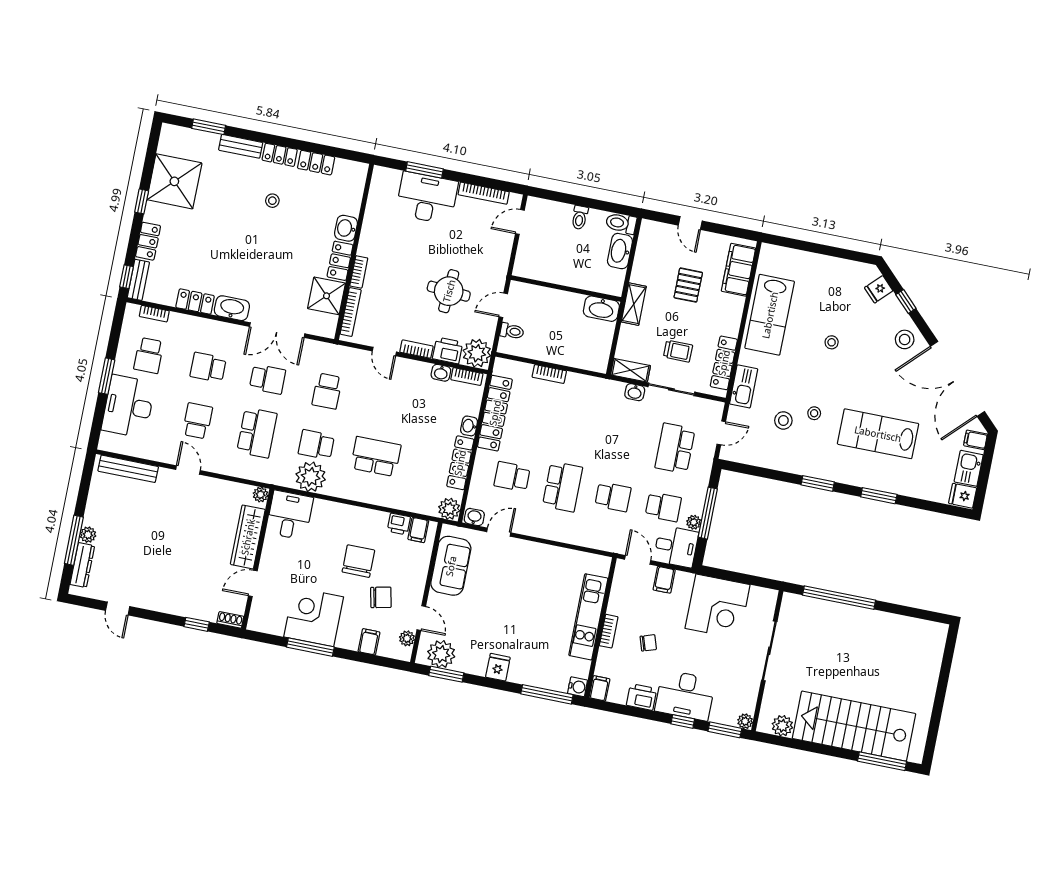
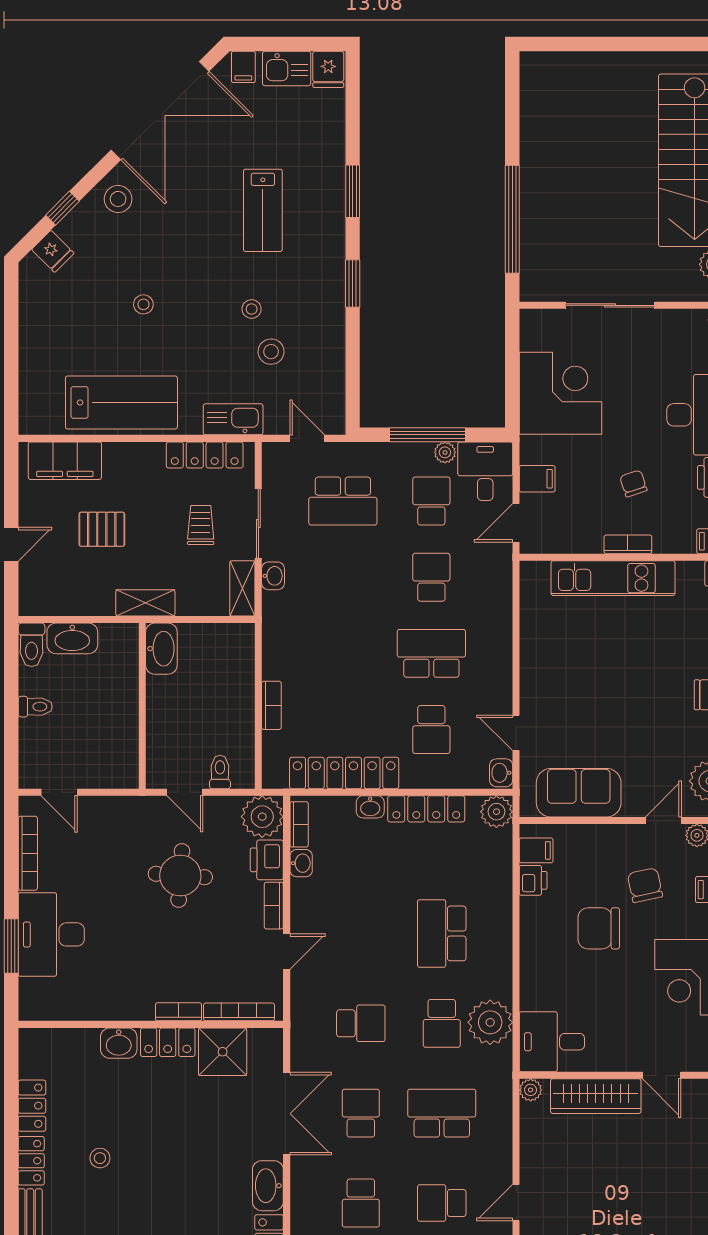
lab bench: (878, 434) -> (263, 210), width x0.73, depth x0.72

